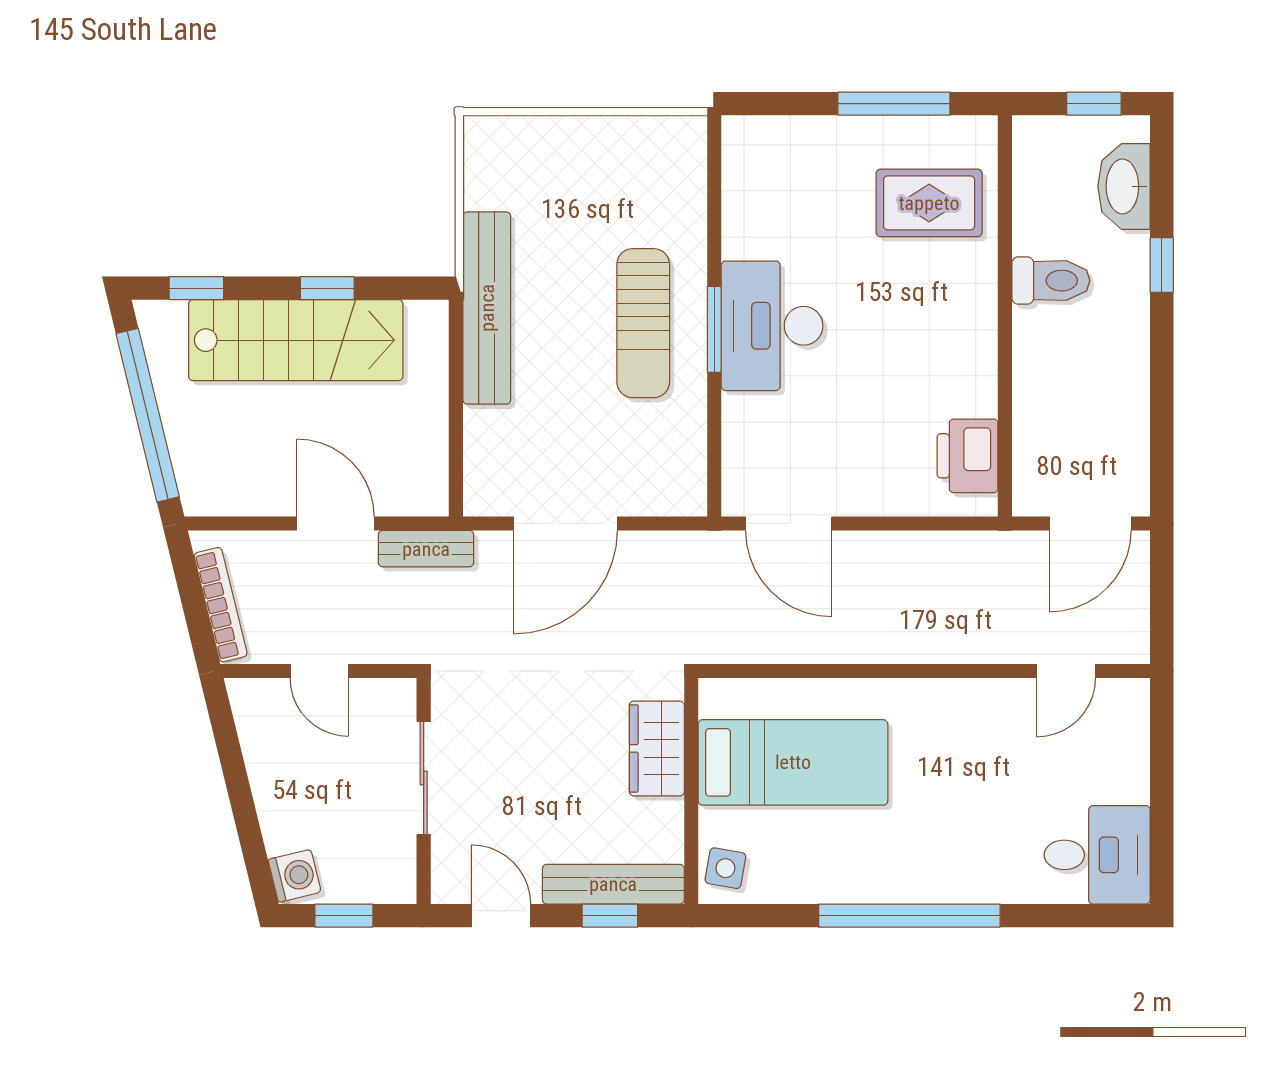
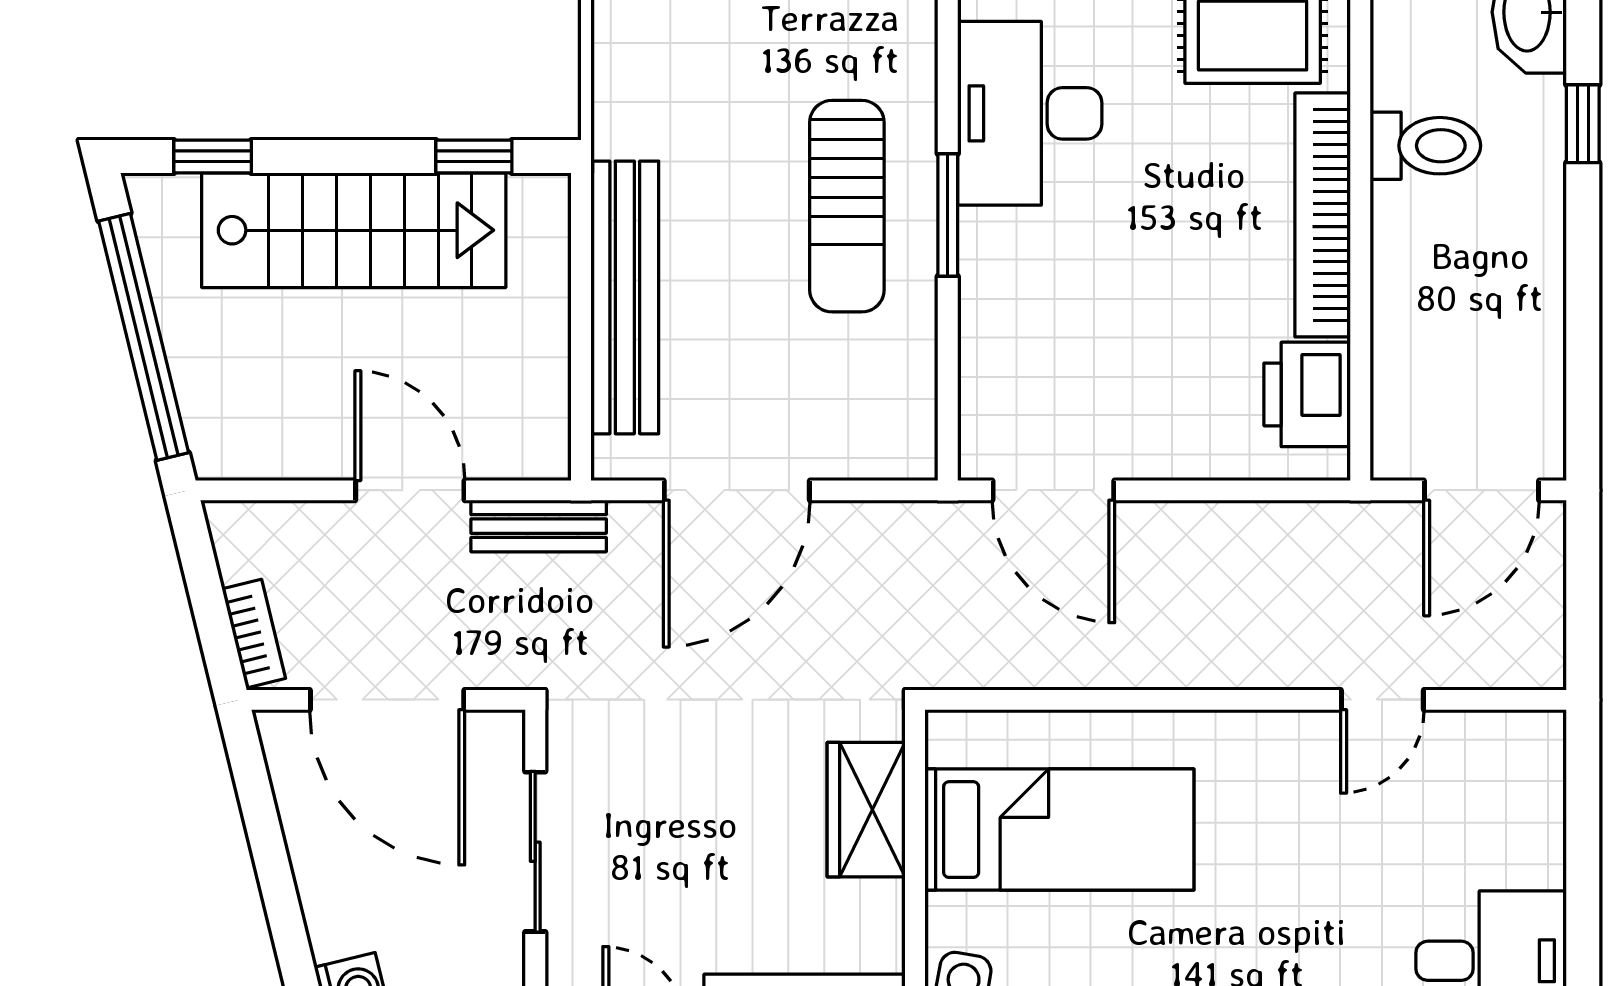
window: (327, 288) -> (474, 156), moved
bench: (487, 308) -> (625, 297), moved
desk: (772, 326) -> (1030, 113), moved
bookcase: (978, 329) -> (1323, 215), added
bookcase: (221, 605) -> (254, 634), width x0.64
door: (319, 671) -> (387, 700), width x1.87
door: (1066, 671) -> (1382, 700), moved

